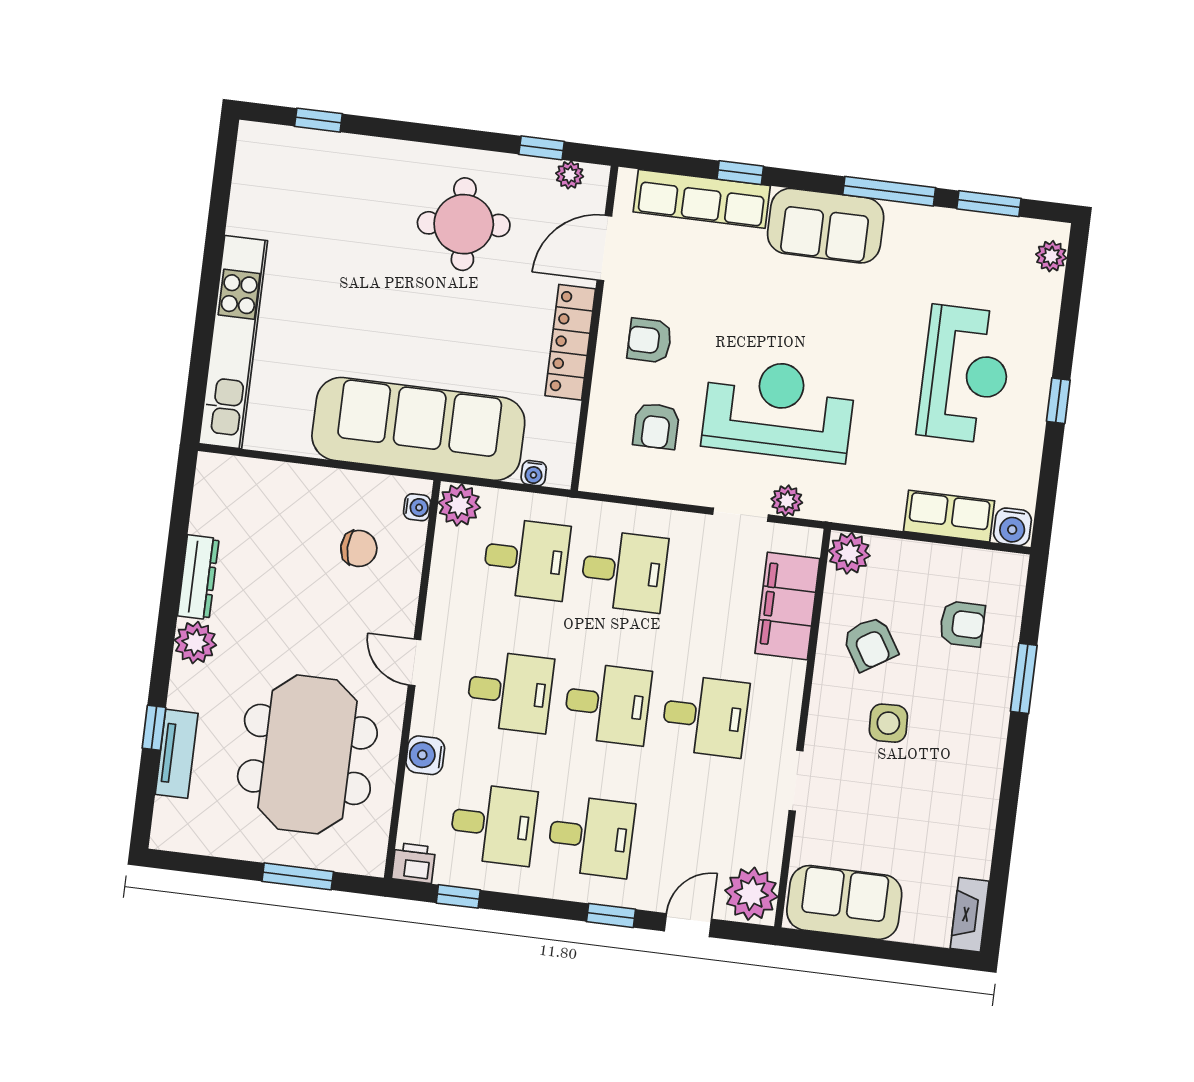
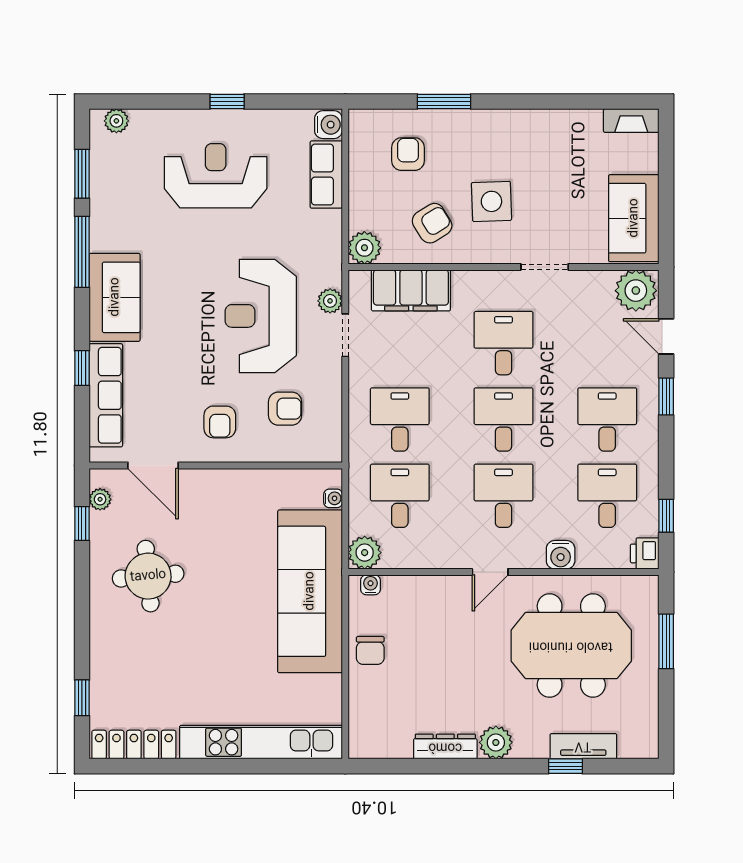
locker: (570, 342) -> (134, 745), moved, turned 180
chair: (359, 548) -> (370, 650), moved, turned 180
side table: (888, 723) -> (491, 201), width x1.37, depth x1.37

